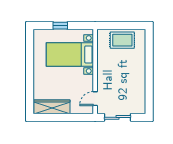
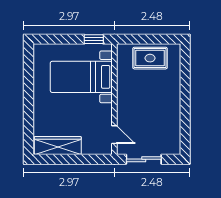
window: (60, 26) -> (94, 39), moved
door: (95, 99) -> (114, 135), swing flipped

